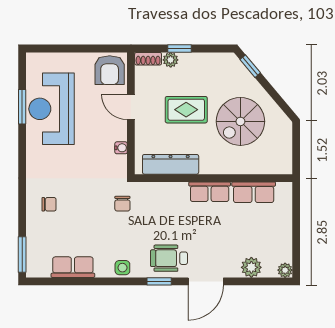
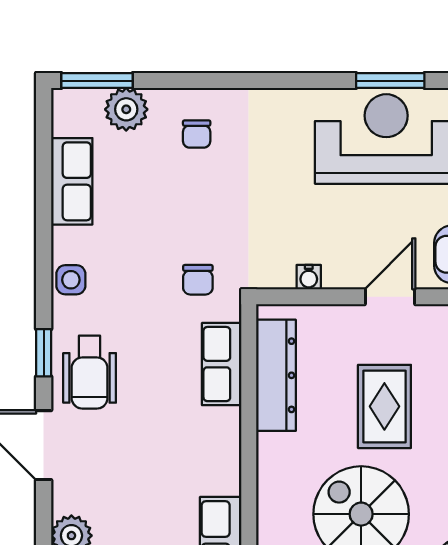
row of seats: (210, 192) -> (222, 364), moved
chair: (122, 204) -> (198, 280), turned -90
plant: (37, 240) -> (126, 109), added
wheelchair: (169, 258) -> (90, 372), turned 180

